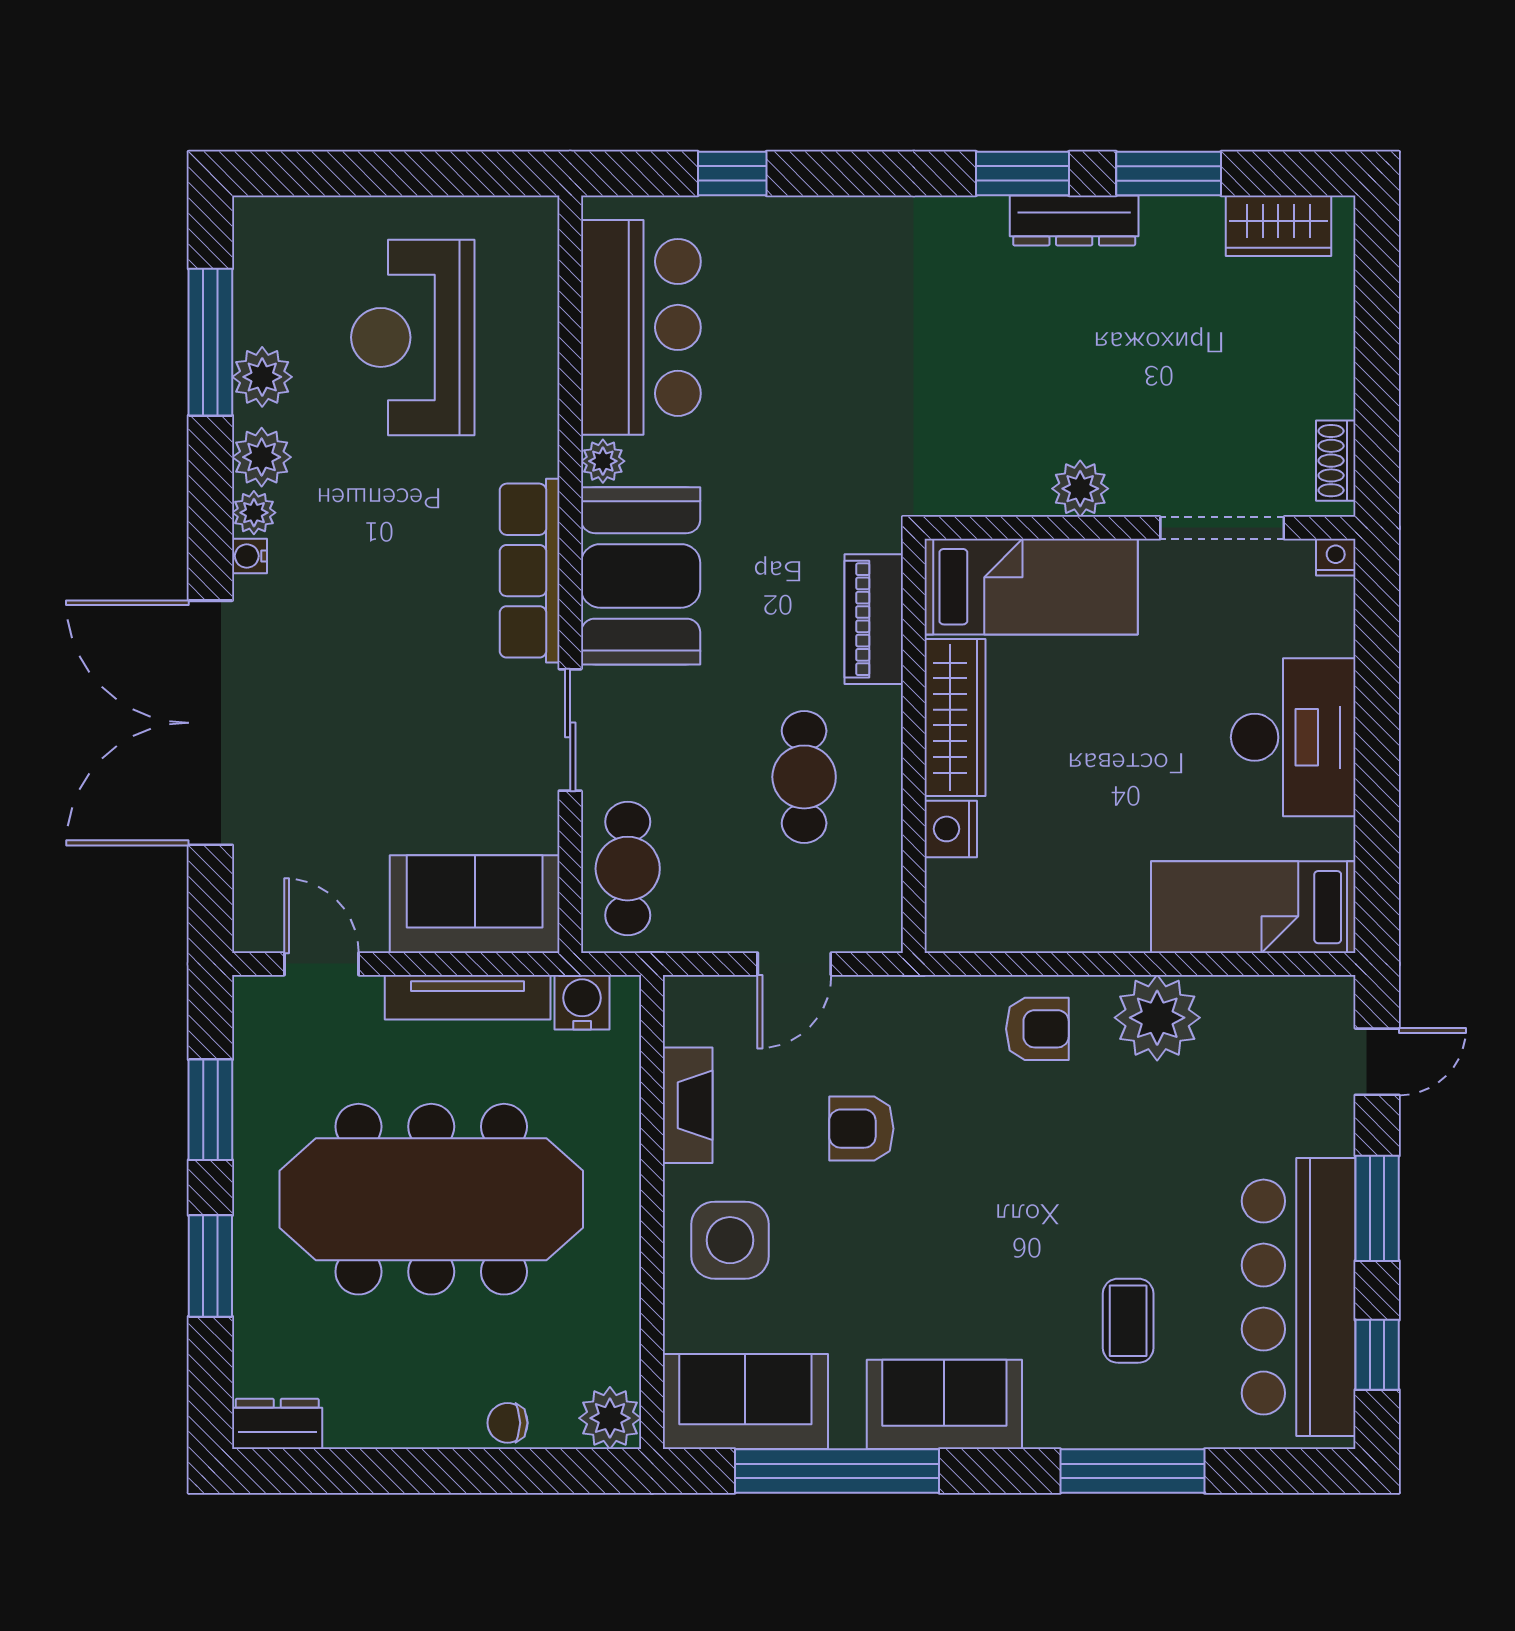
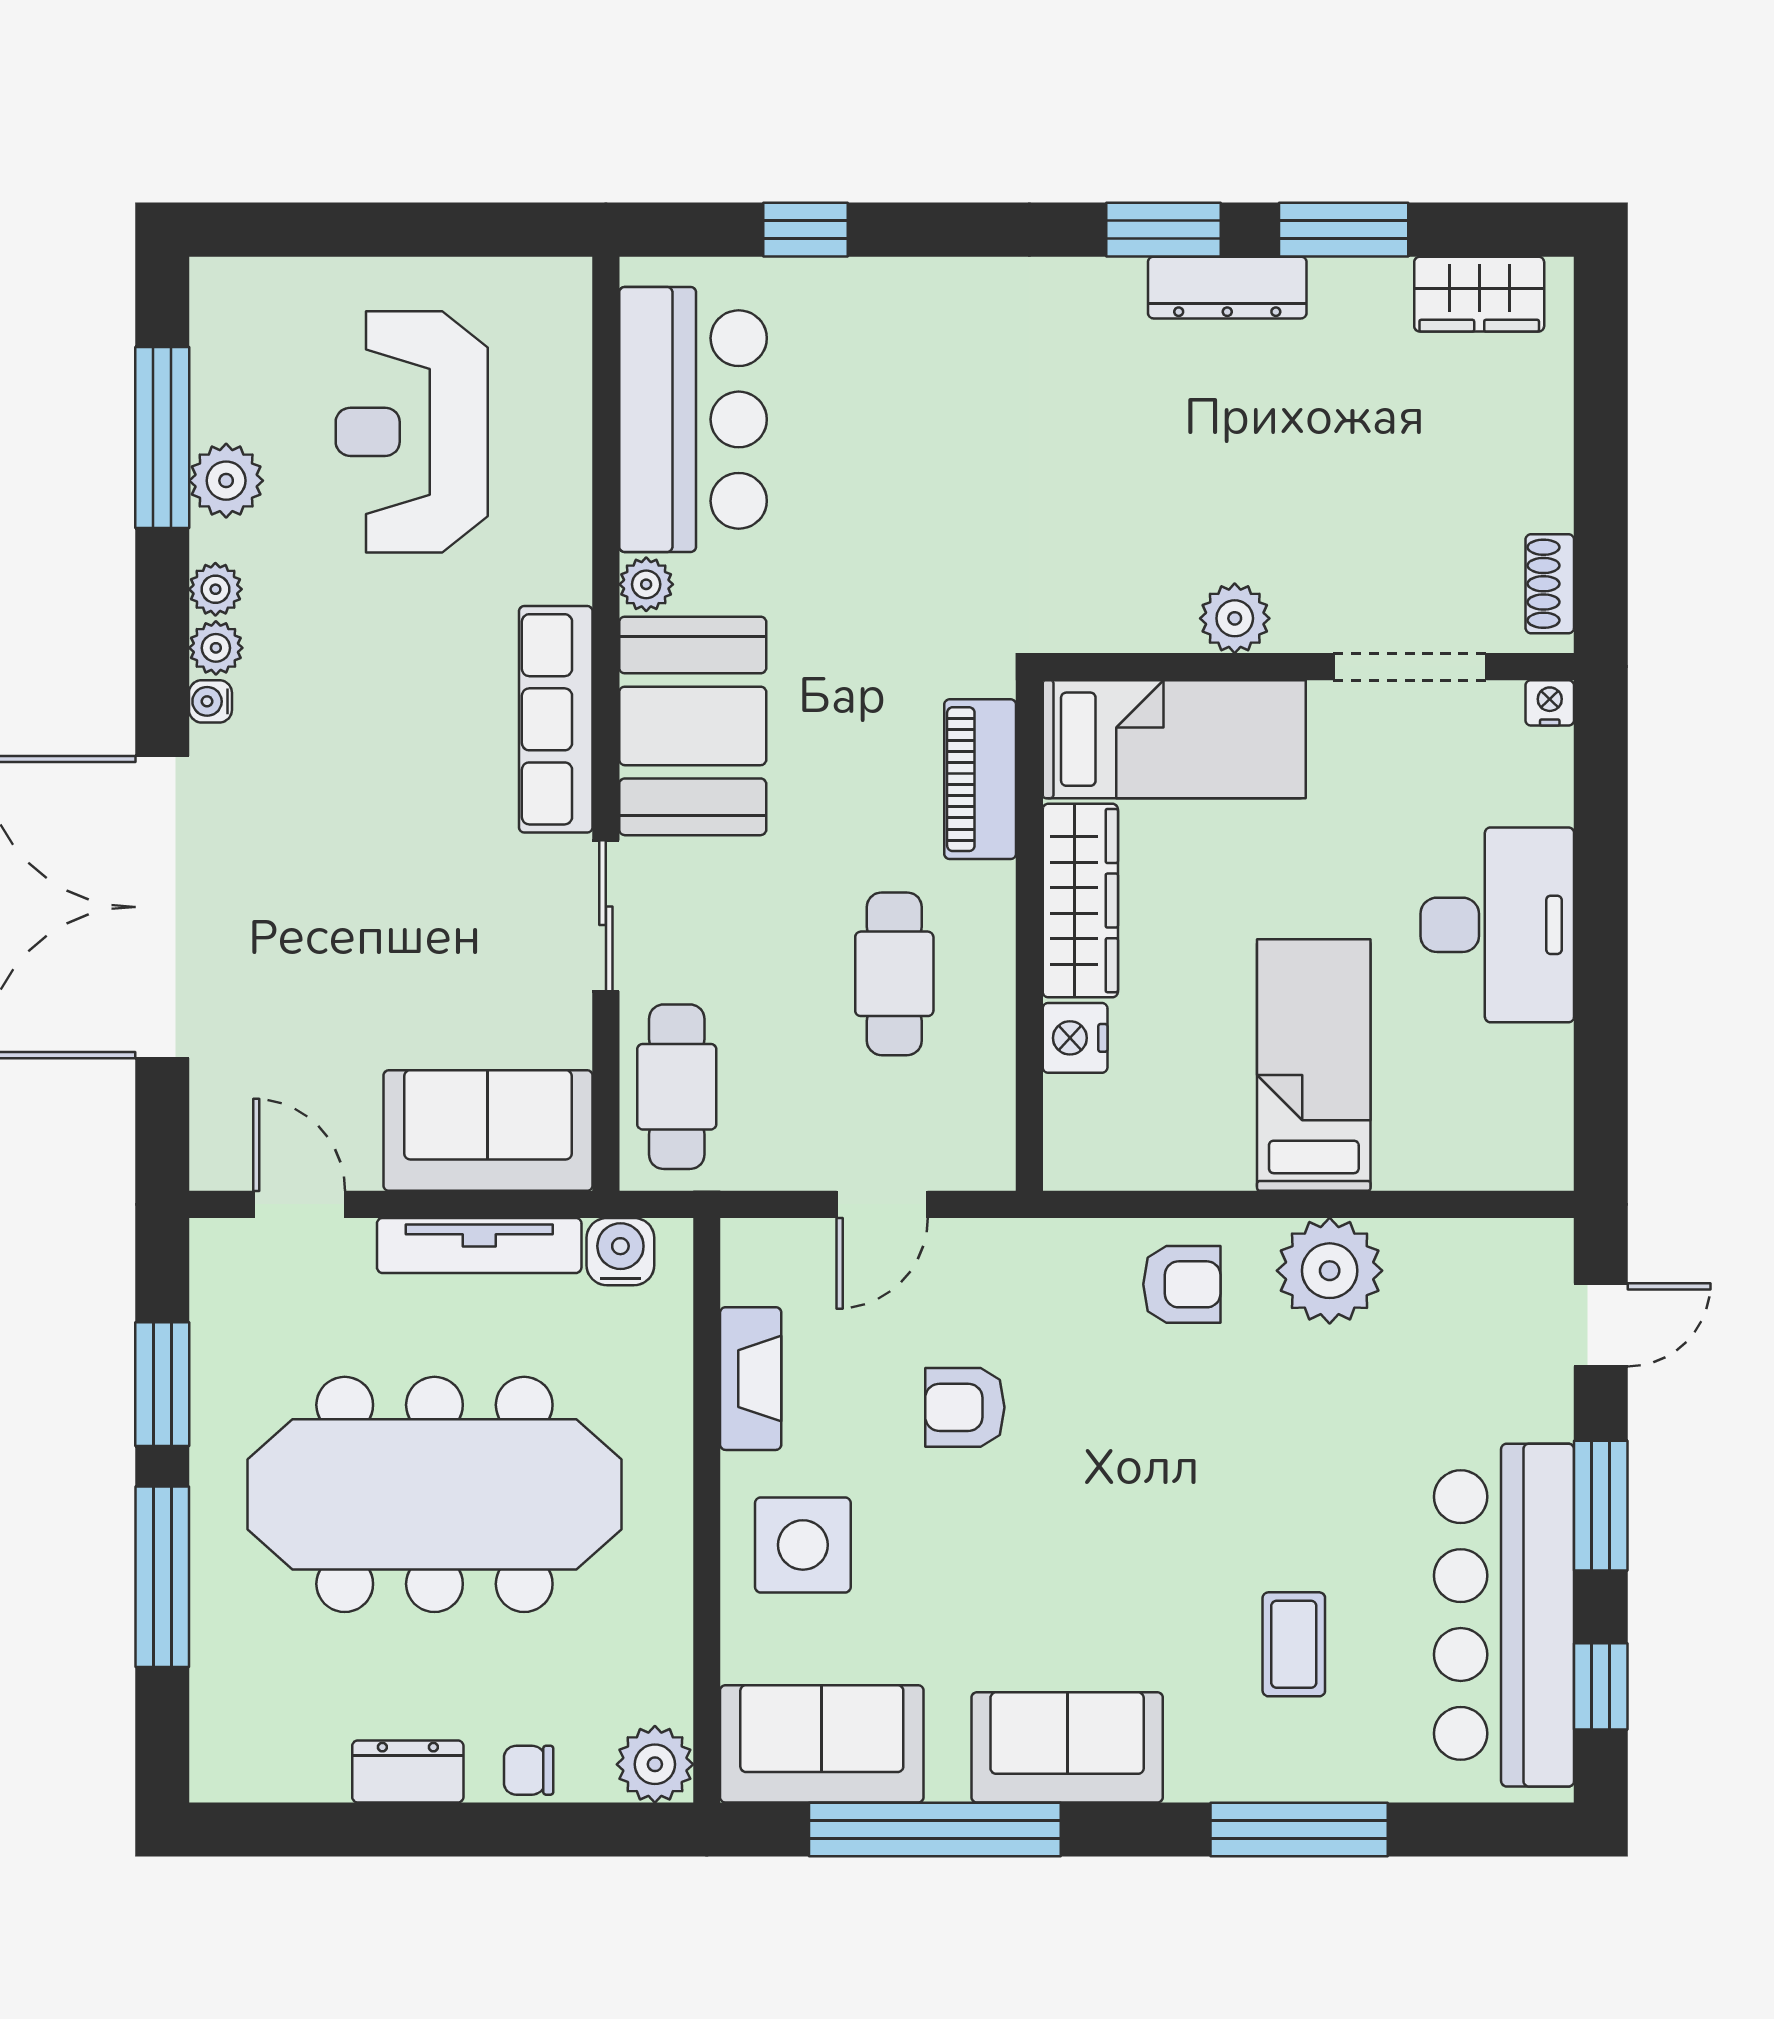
plant: (262, 457) -> (215, 589), width x0.73, depth x0.73
bed: (1253, 907) -> (1314, 1065), moved, turned 90
window: (210, 1266) -> (162, 1577), width x1.44
dresser: (277, 1424) -> (408, 1771), moved

